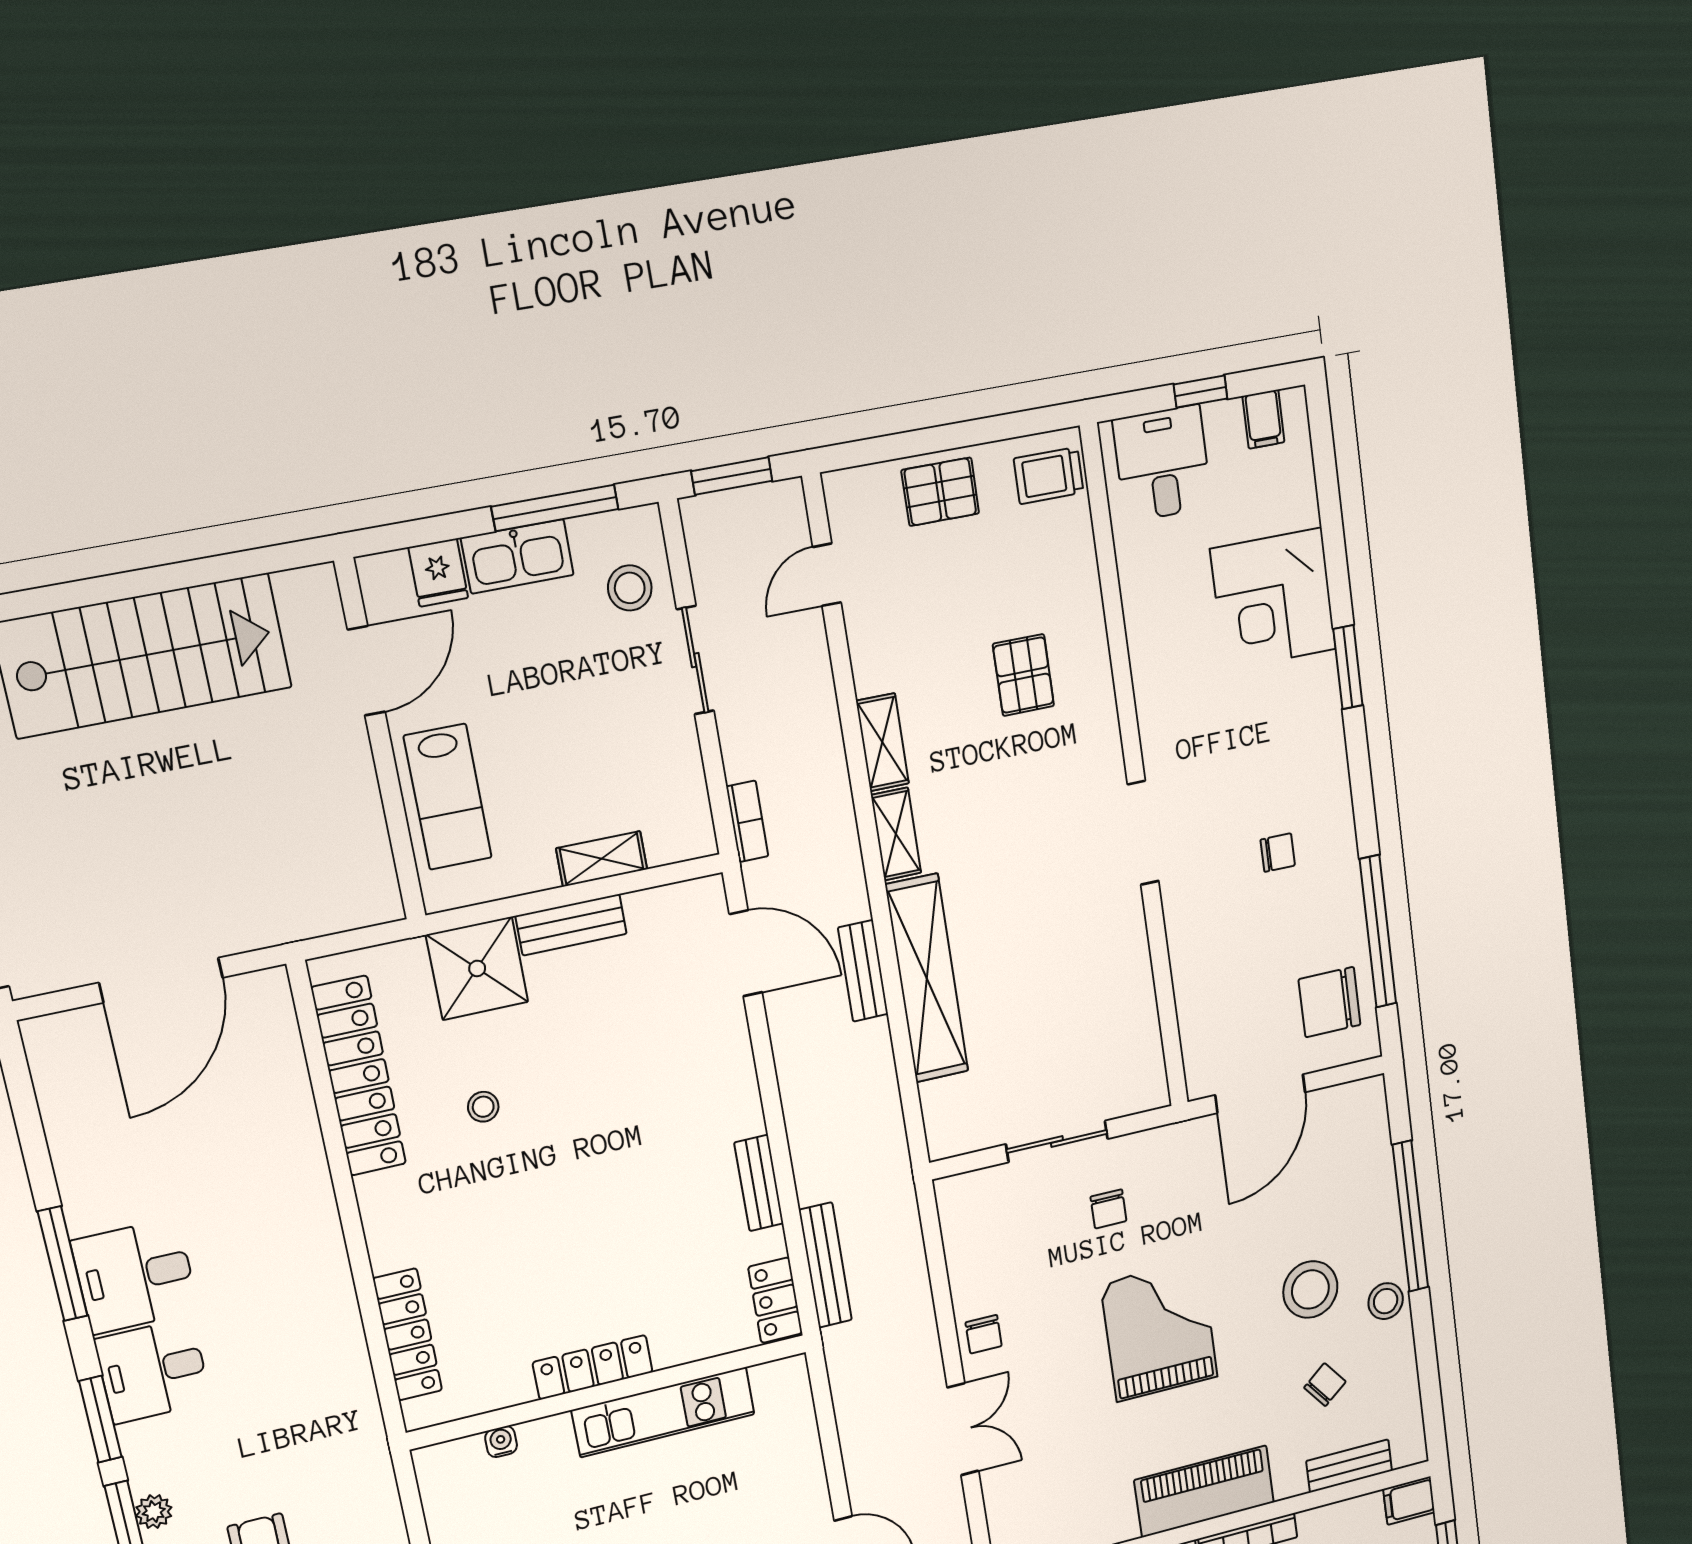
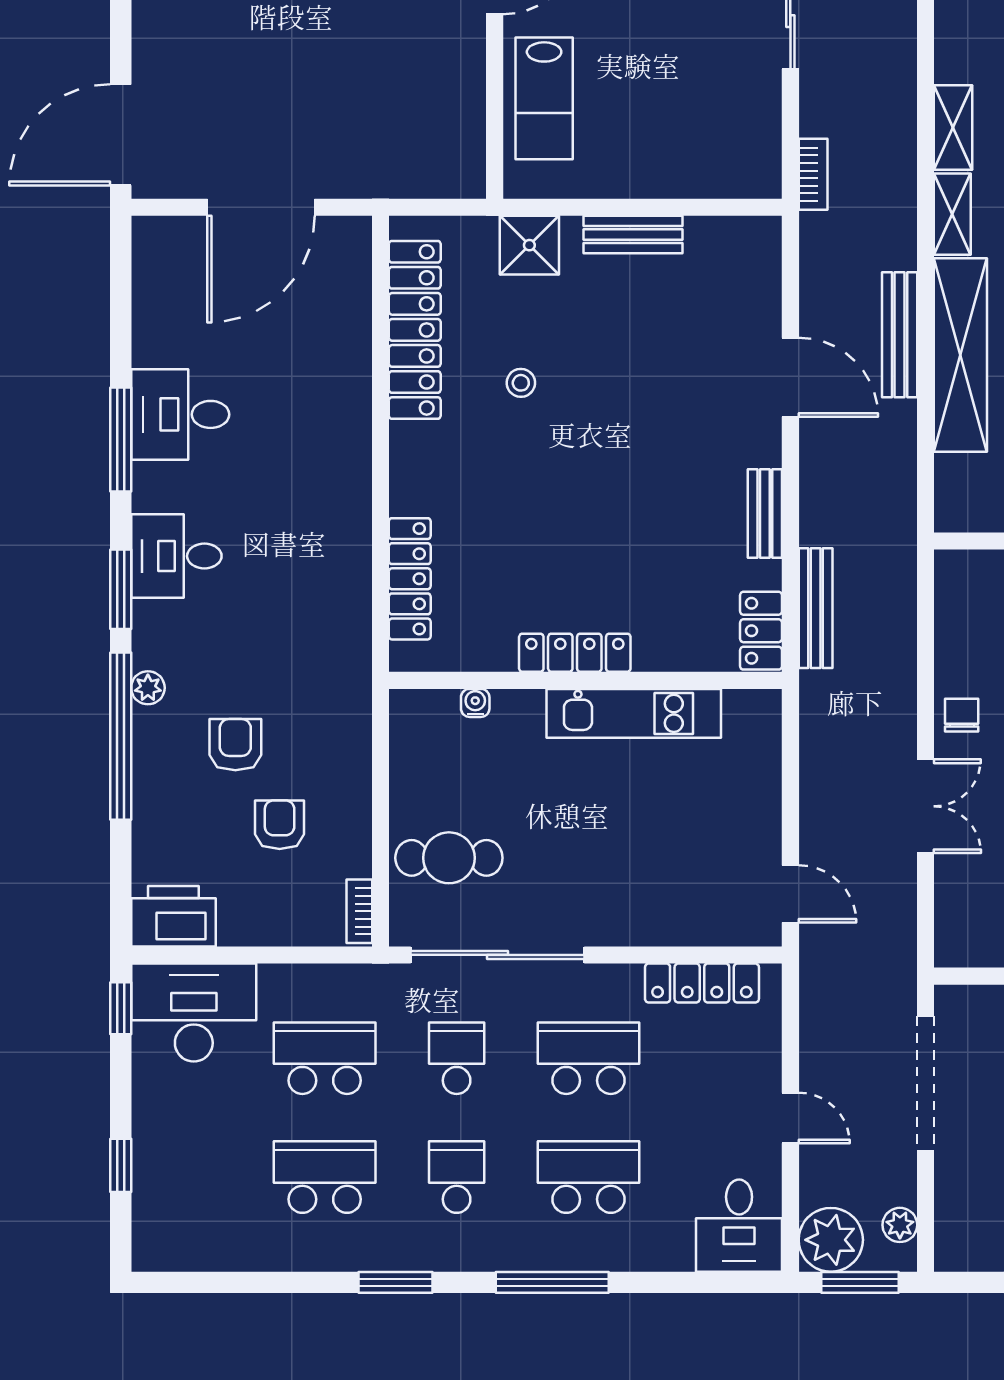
shelving: (602, 859) -> (672, 181), removed
door: (746, 953) -> (790, 377), moved
shower: (477, 968) -> (529, 245), width x0.73, depth x0.73
bench: (863, 971) -> (900, 335), width x1.36
desk: (135, 1276) -> (180, 414), moved
chair: (984, 1334) -> (962, 715), turned 180

